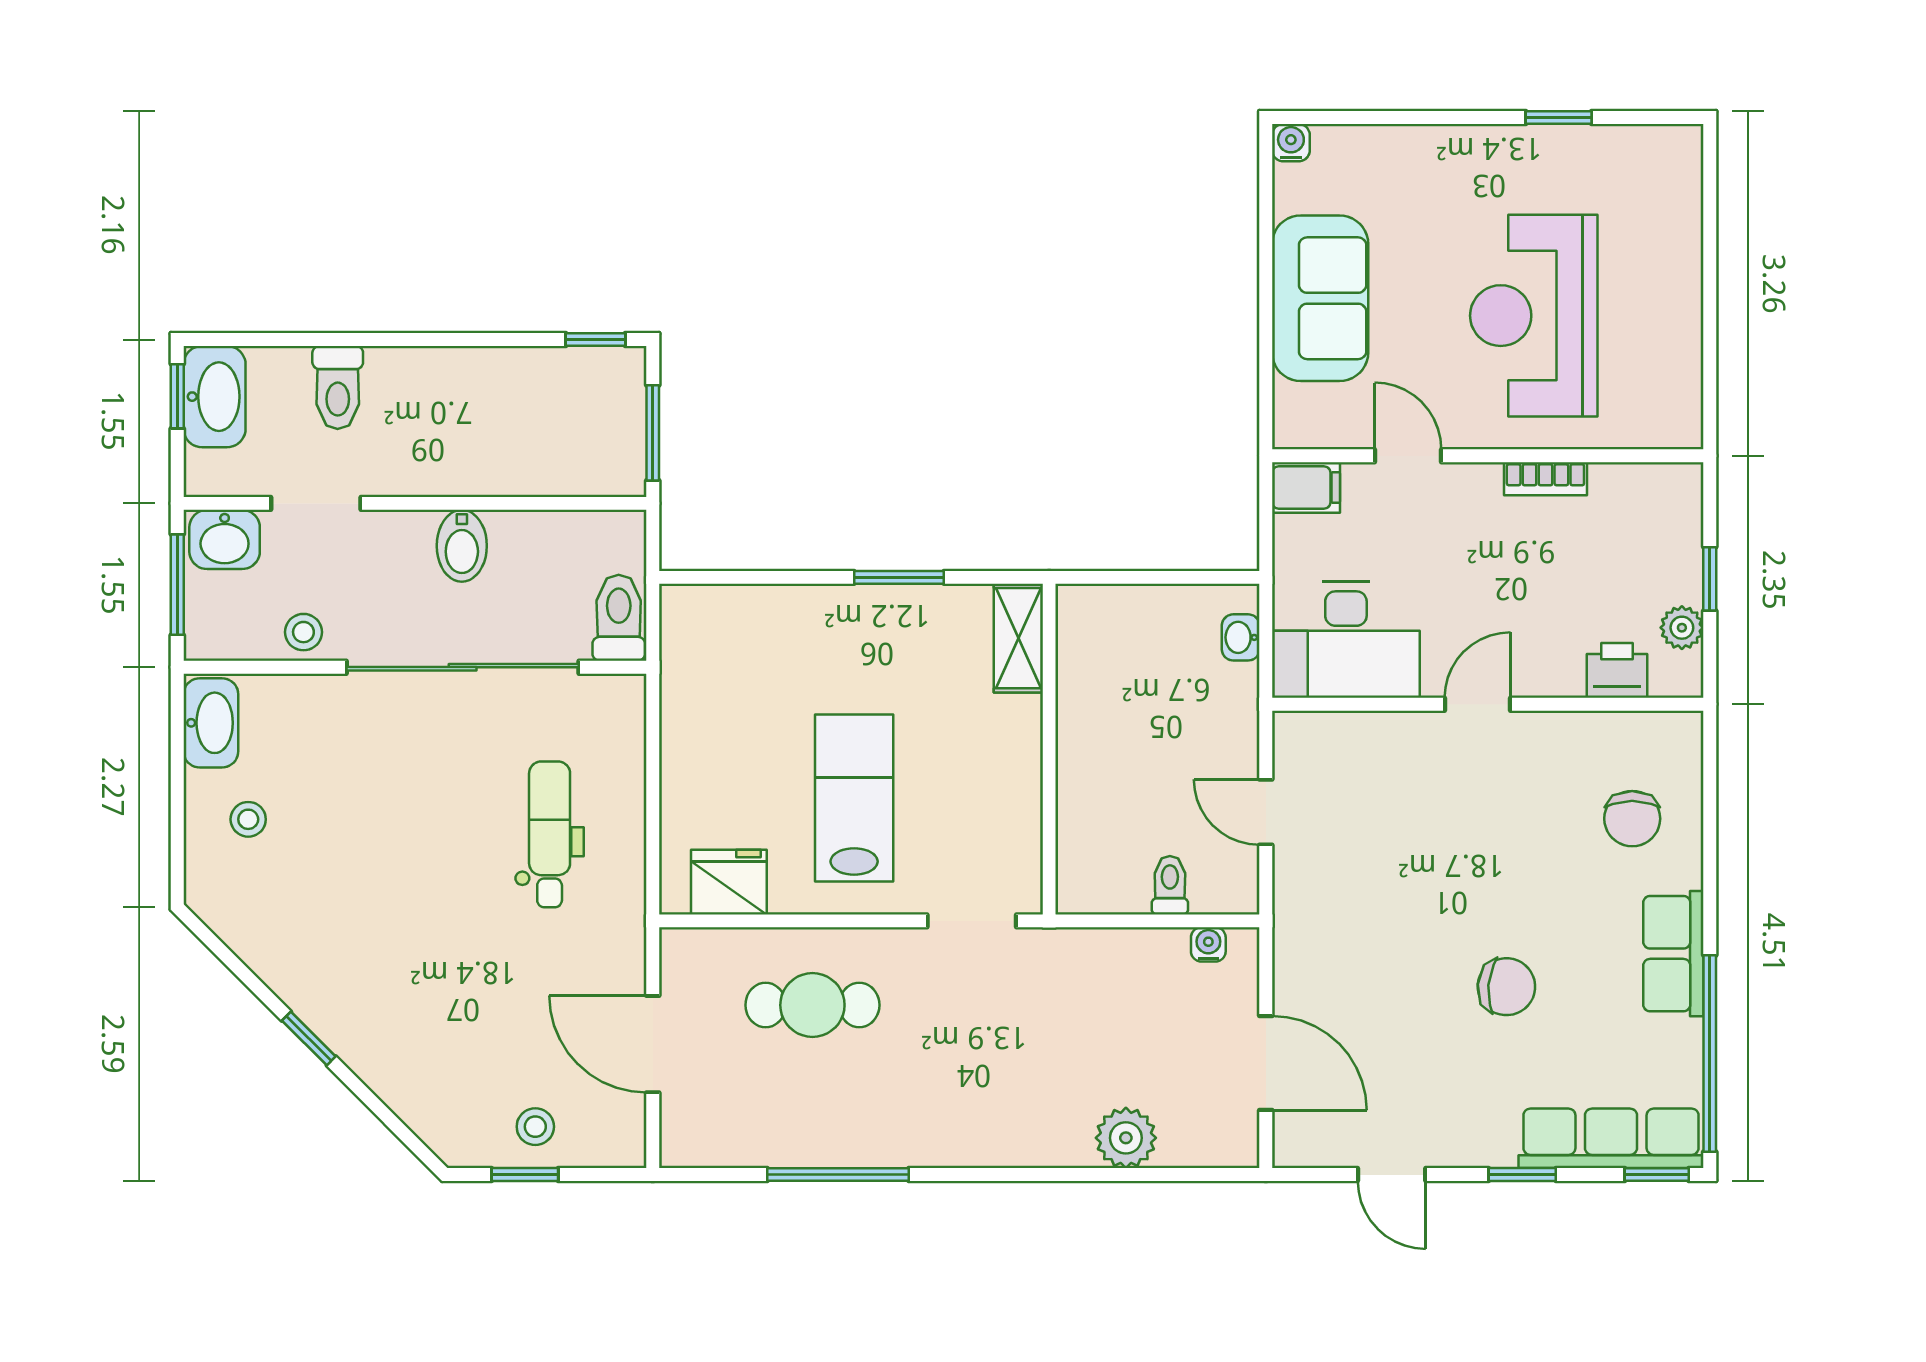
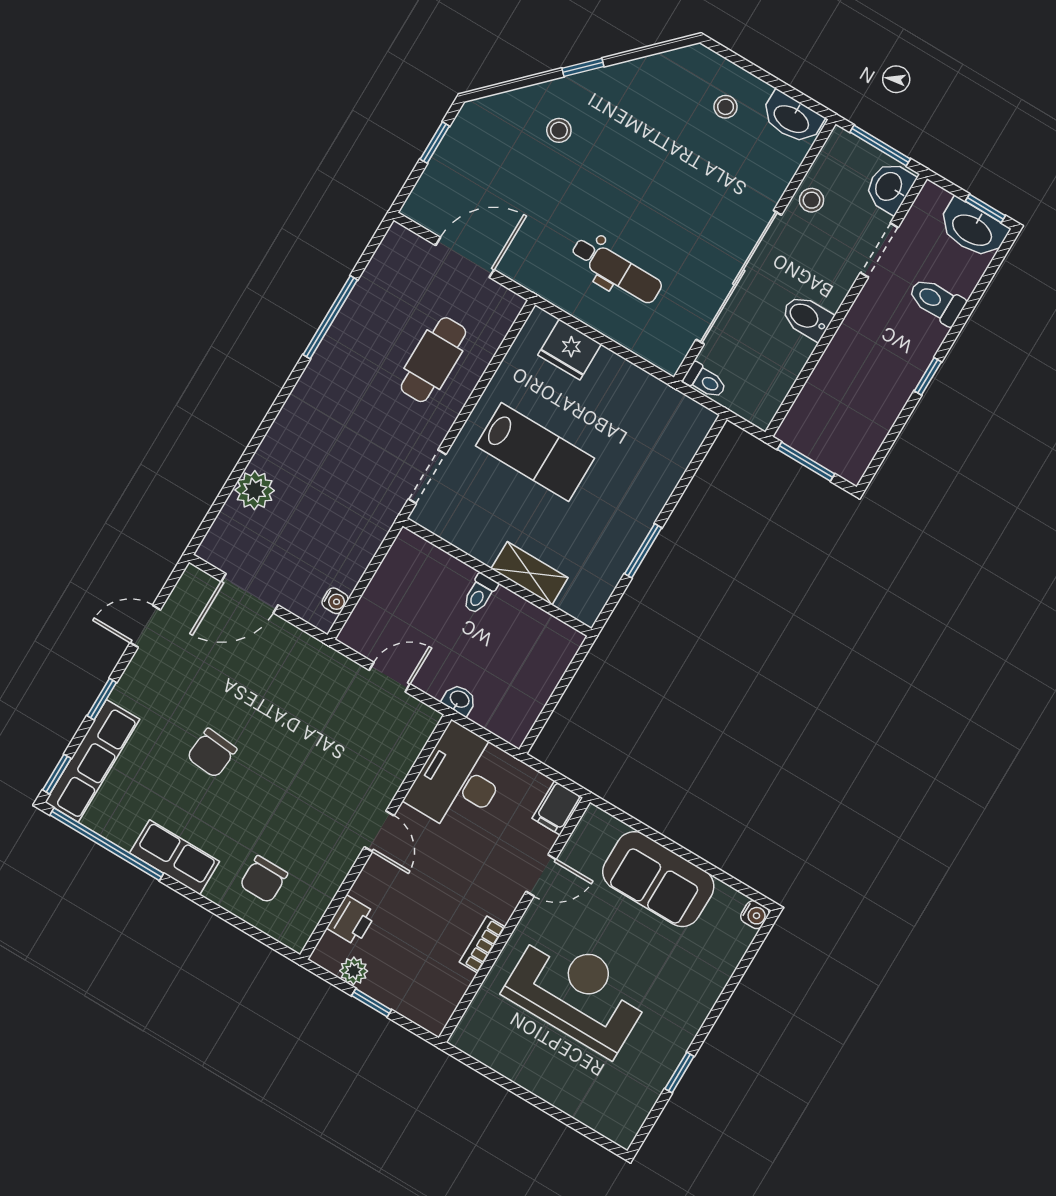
window: (595, 340) -> (928, 376), moved
toilet: (619, 618) -> (705, 381), width x0.73, depth x0.72
washbasin: (1241, 637) -> (459, 700), moved
shelving: (1018, 638) -> (530, 573), moved
chair: (1632, 819) -> (264, 879), turned -90
fridge: (729, 882) -> (570, 350), moved, turned 90
toilet: (1170, 885) -> (480, 594), moved, turned 90
stool: (535, 1127) -> (559, 130), moved

